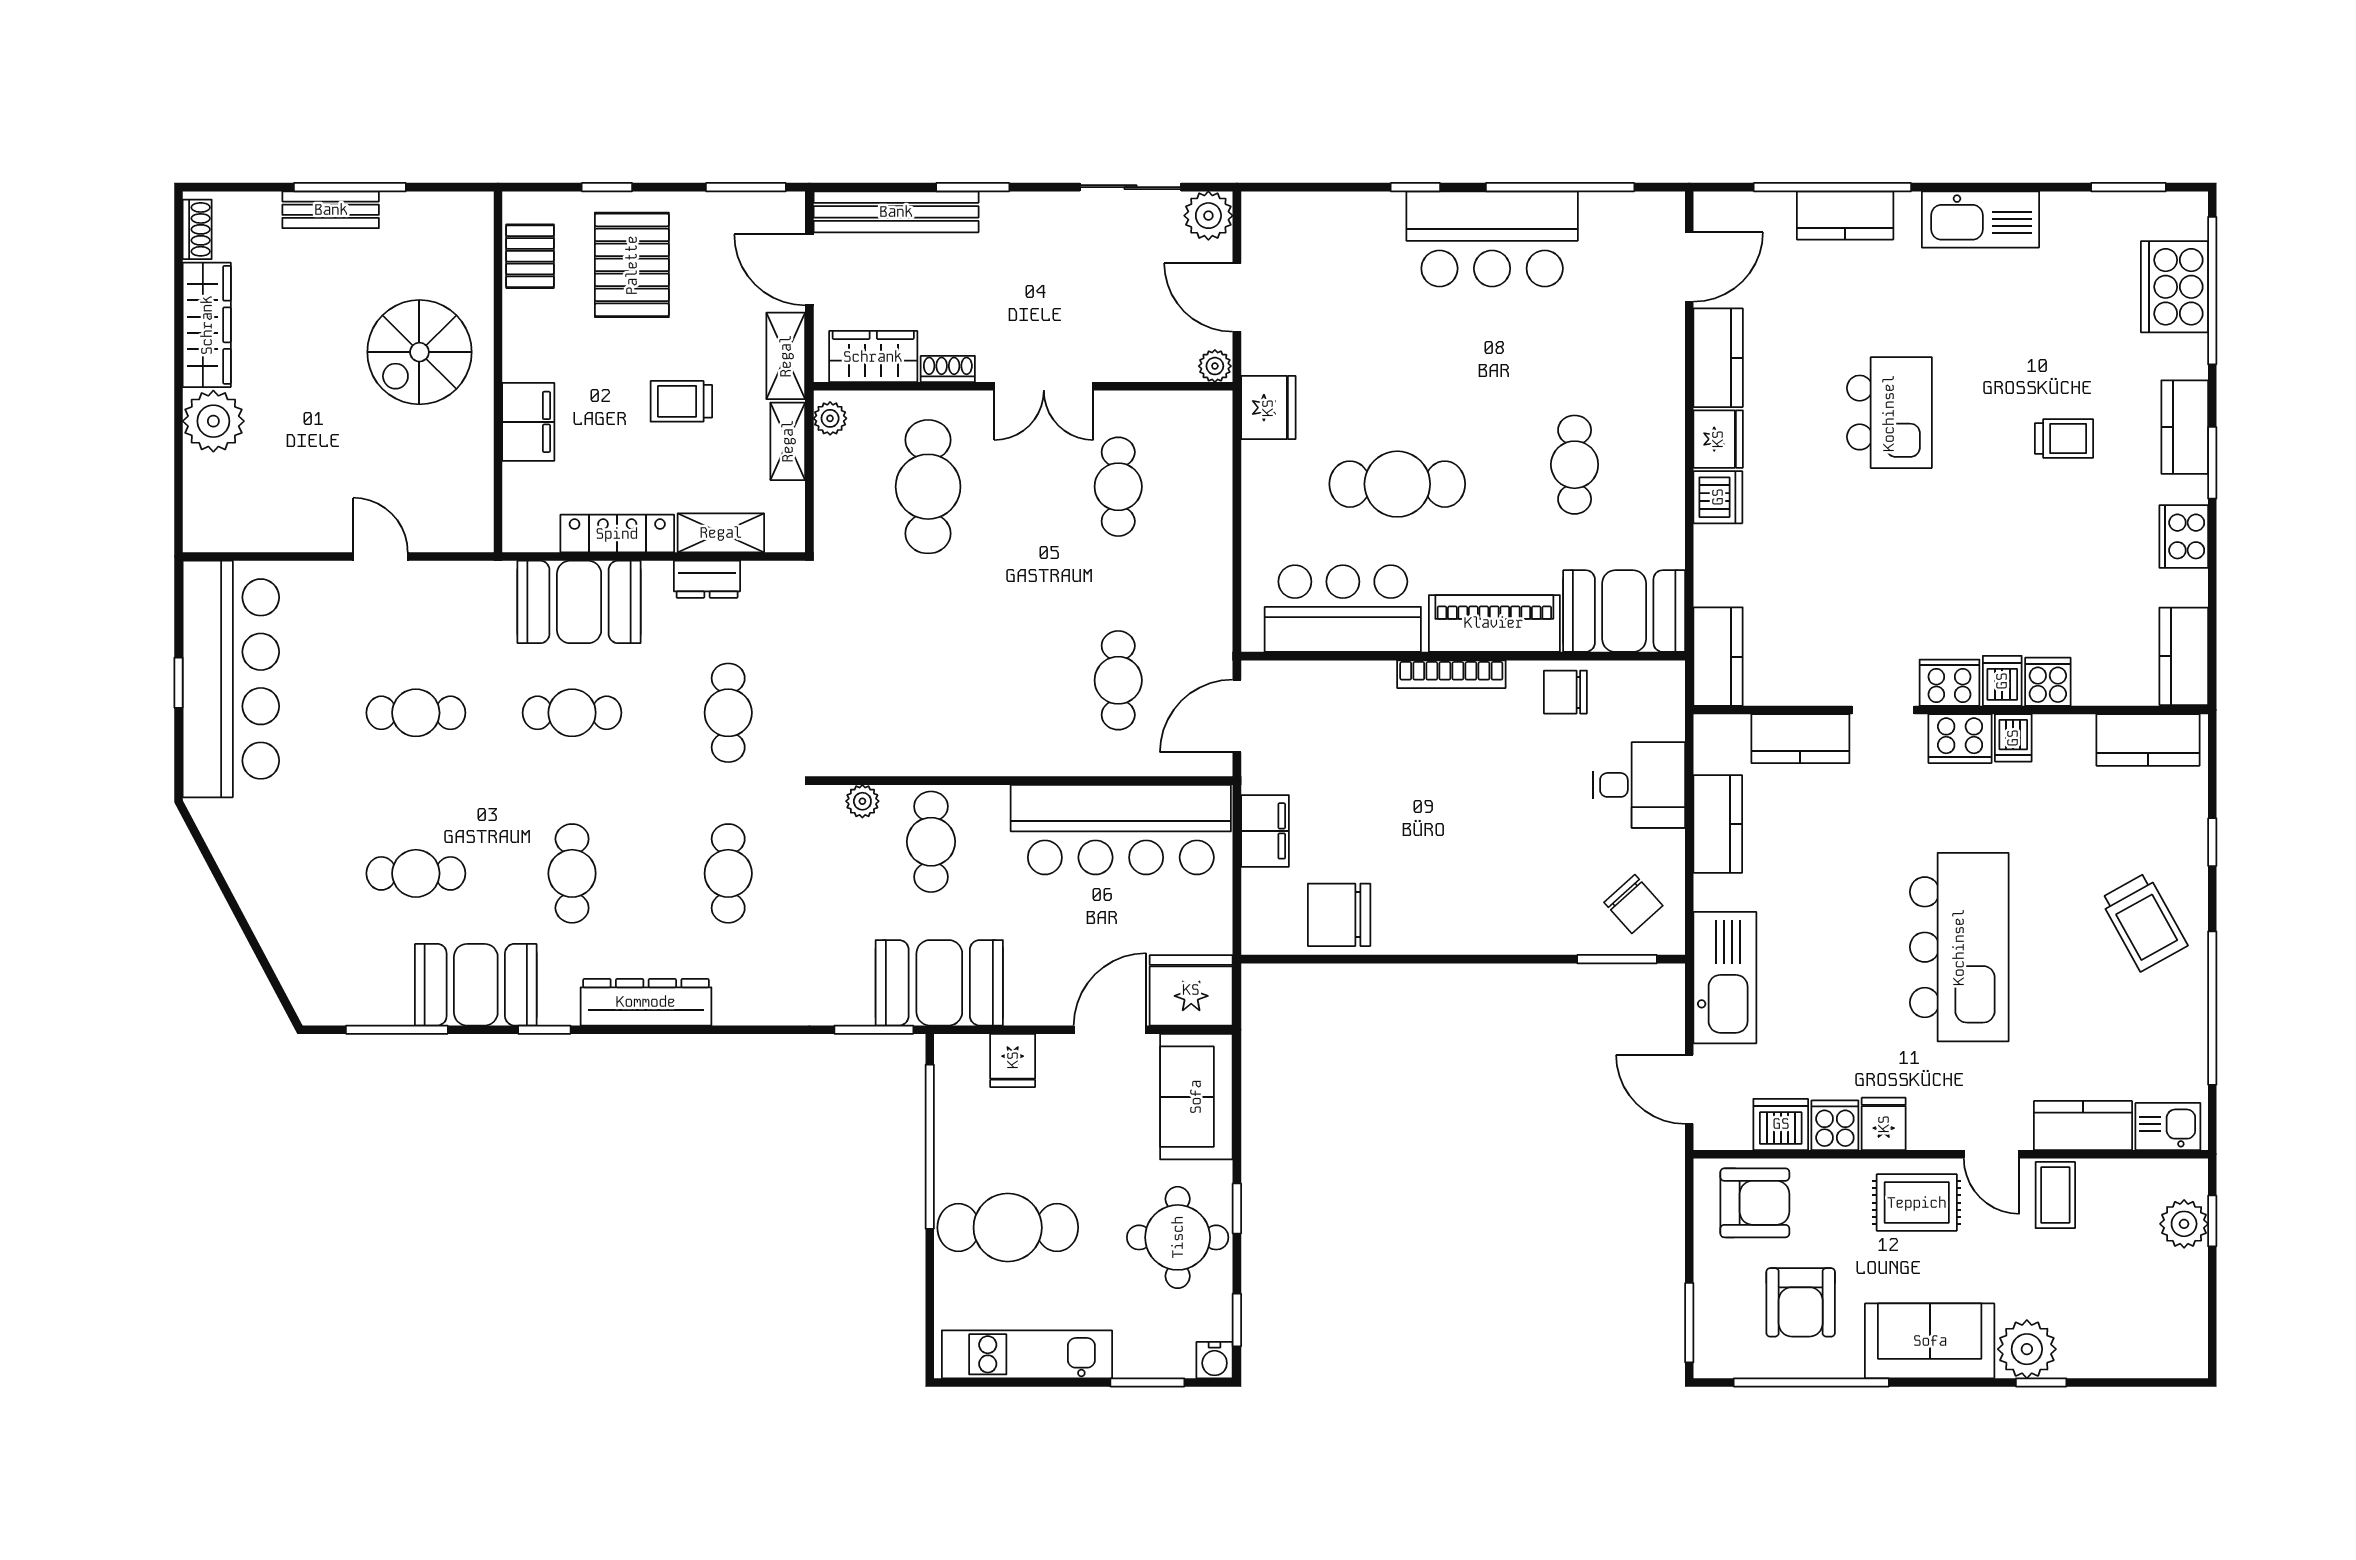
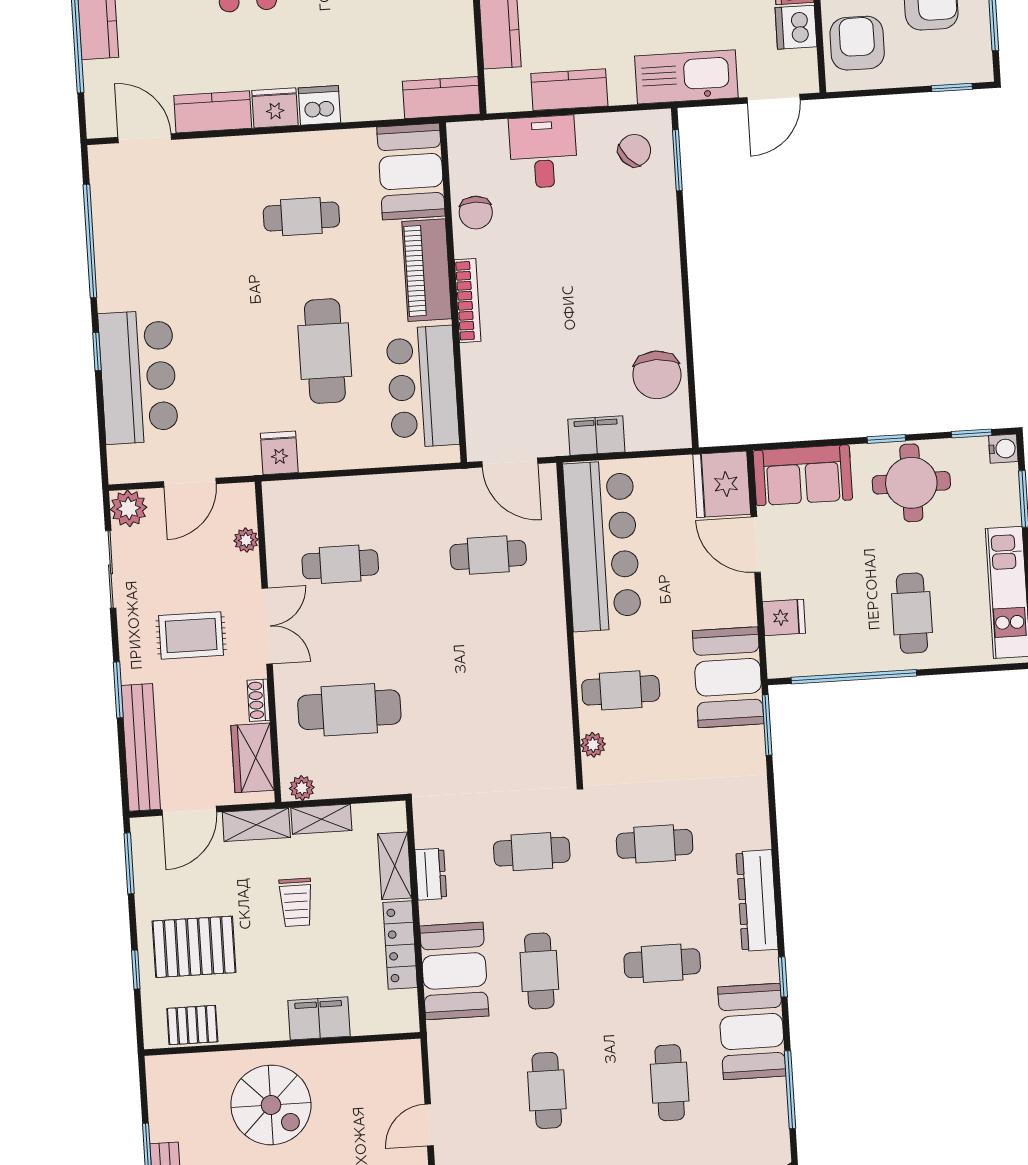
bar counter: (1492, 239) -> (138, 377), moved
rug: (1038, 287) -> (191, 635), added
plant: (1215, 366) -> (246, 540), moved
fridge: (1268, 408) -> (279, 453), width x0.72
cafe table: (1008, 1228) -> (912, 613), width x0.73, depth x0.74
window: (1689, 1323) -> (952, 88), width x0.67

